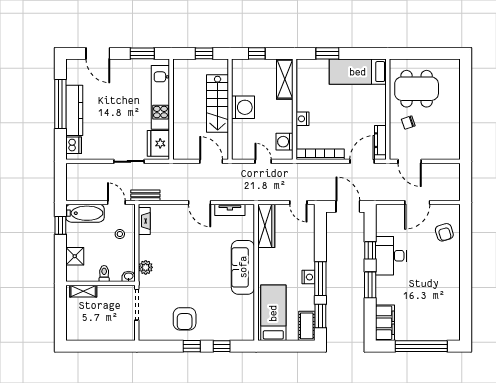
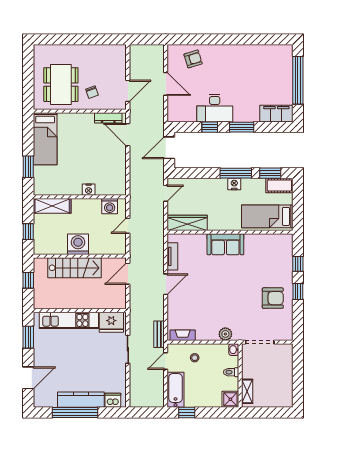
bookcase: (320, 154) -> (121, 173), removed
shower: (75, 256) -> (230, 399), moved
sofa: (243, 267) -> (225, 244), width x0.73

